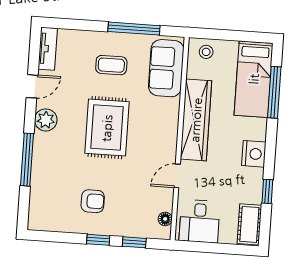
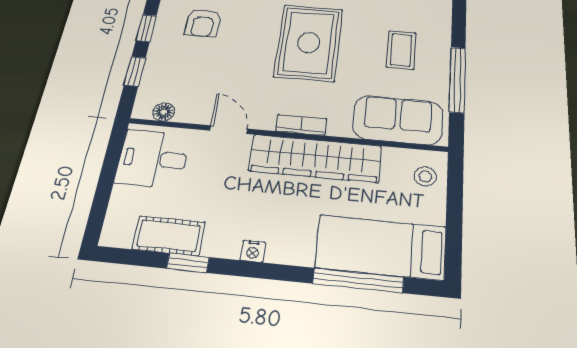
rug: (107, 128) -> (309, 43), turned 90
bookcase: (172, 130) -> (301, 125), added
nightstand: (254, 154) -> (253, 251), width x0.53, depth x0.56
cot: (249, 224) -> (169, 236), moved

